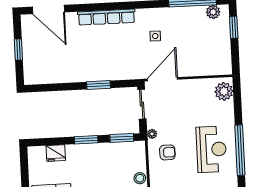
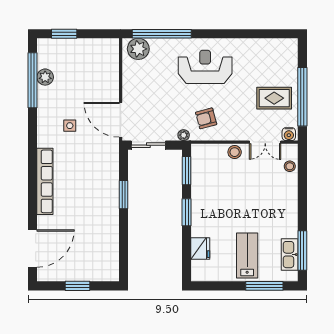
plant: (213, 12) -> (45, 77), moved
window: (240, 150) -> (162, 34), moved
armchair: (167, 152) -> (206, 118), turned -105

